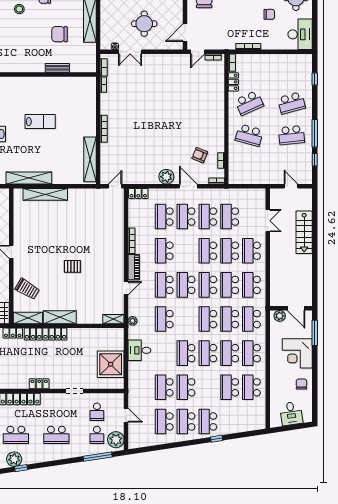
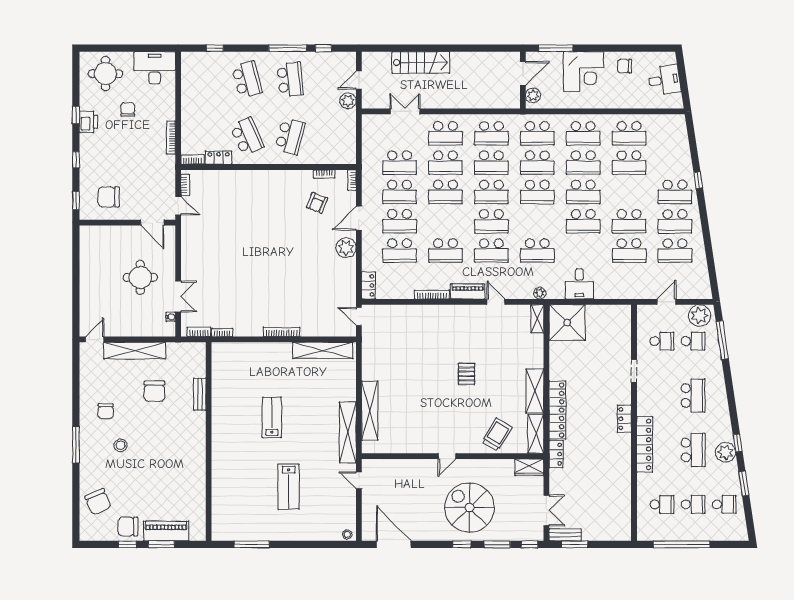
plant: (276, 178) -> (348, 101), added
shower: (111, 364) -> (567, 323), moved

